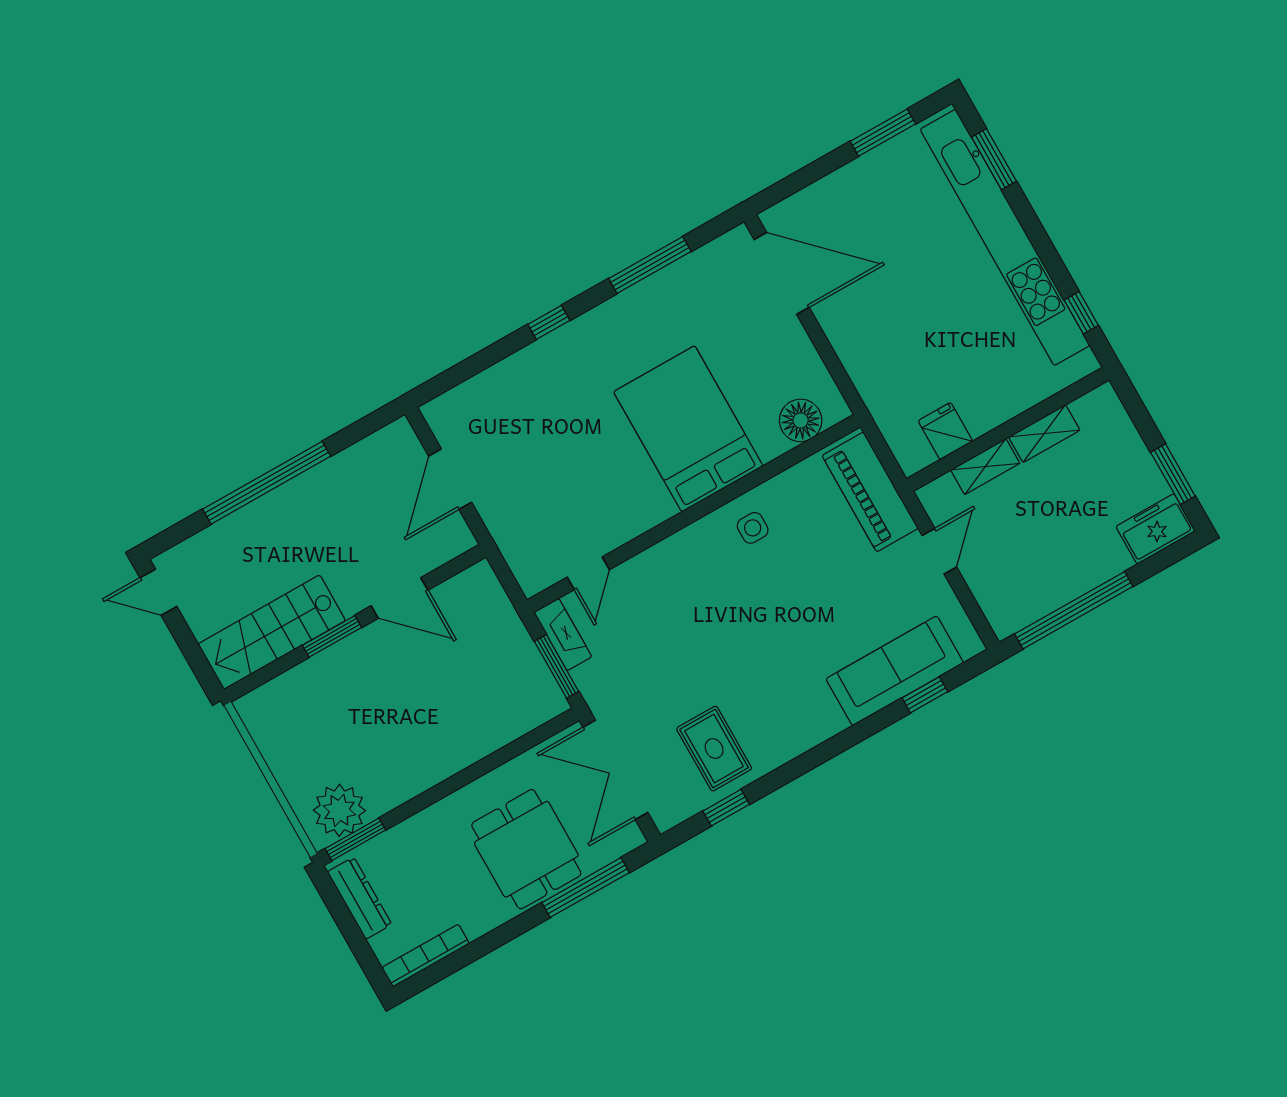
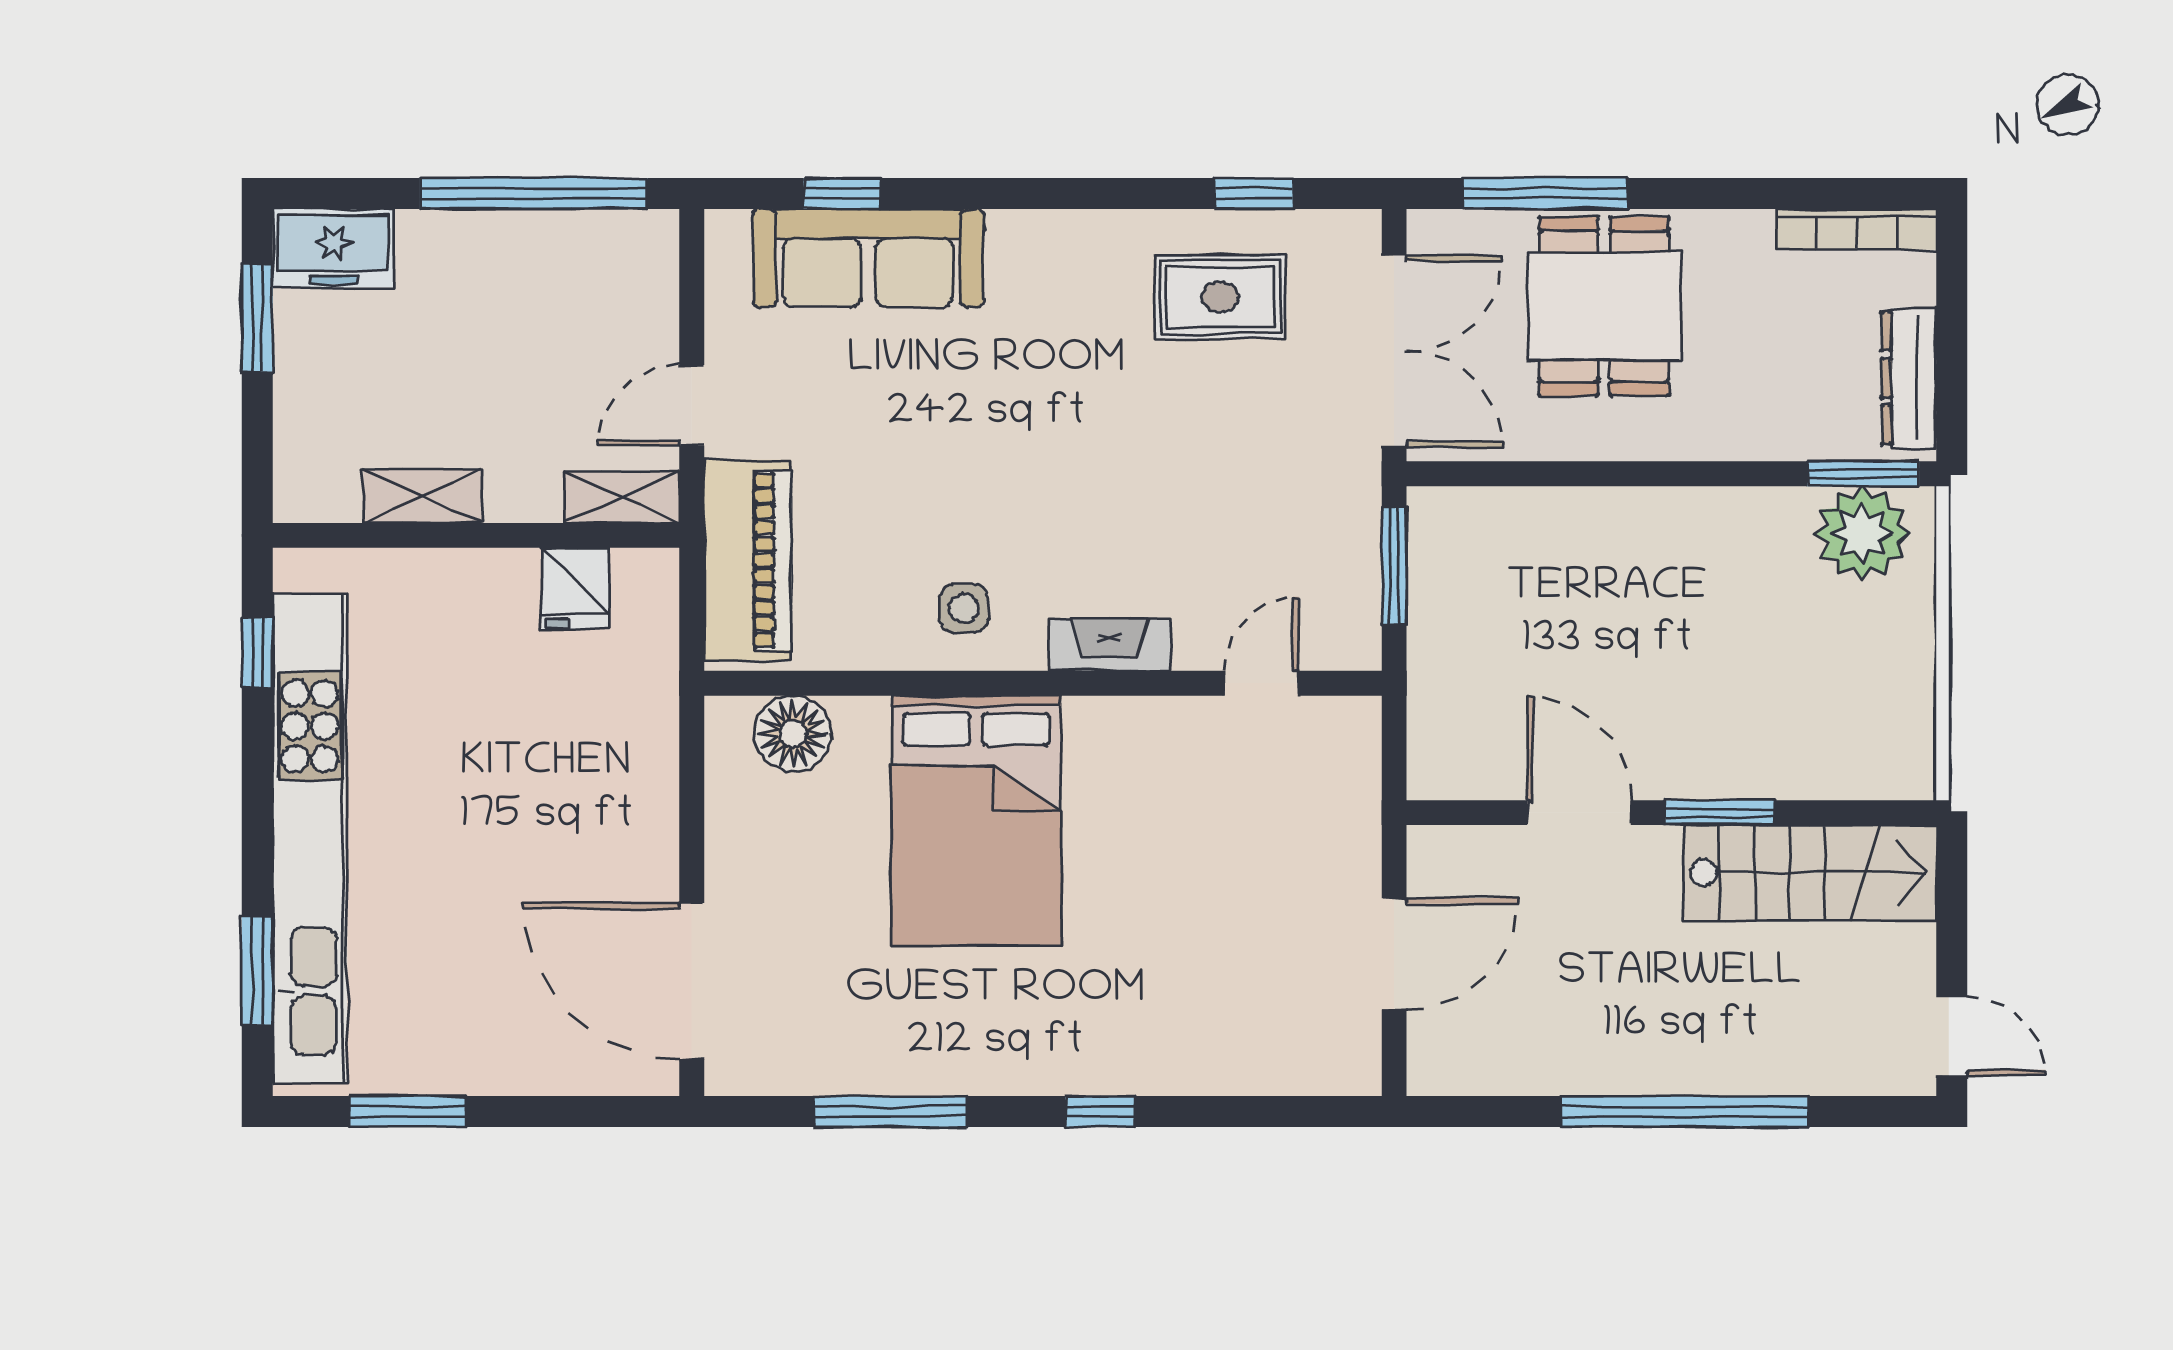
shelving: (985, 467) -> (622, 497), moved
fireplace: (563, 634) -> (1110, 645), moved, turned 90
rug: (714, 749) -> (1220, 297), turned 90

